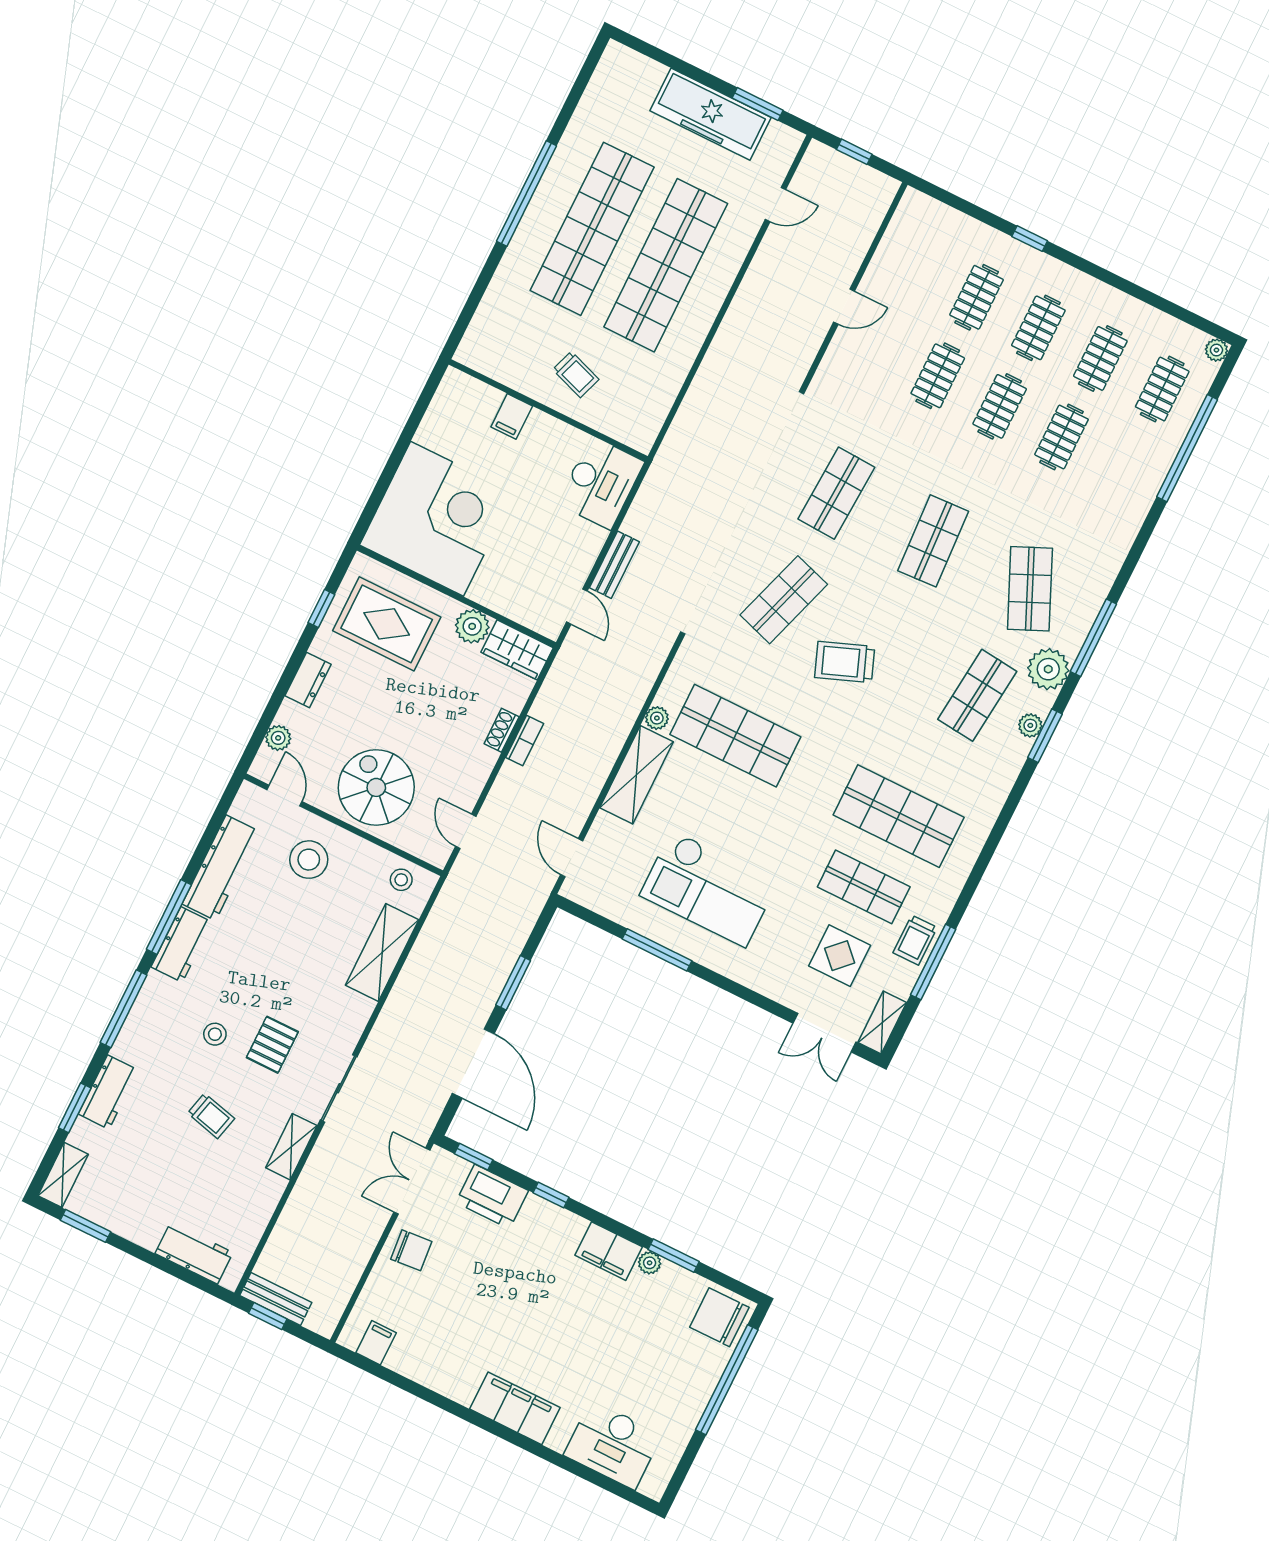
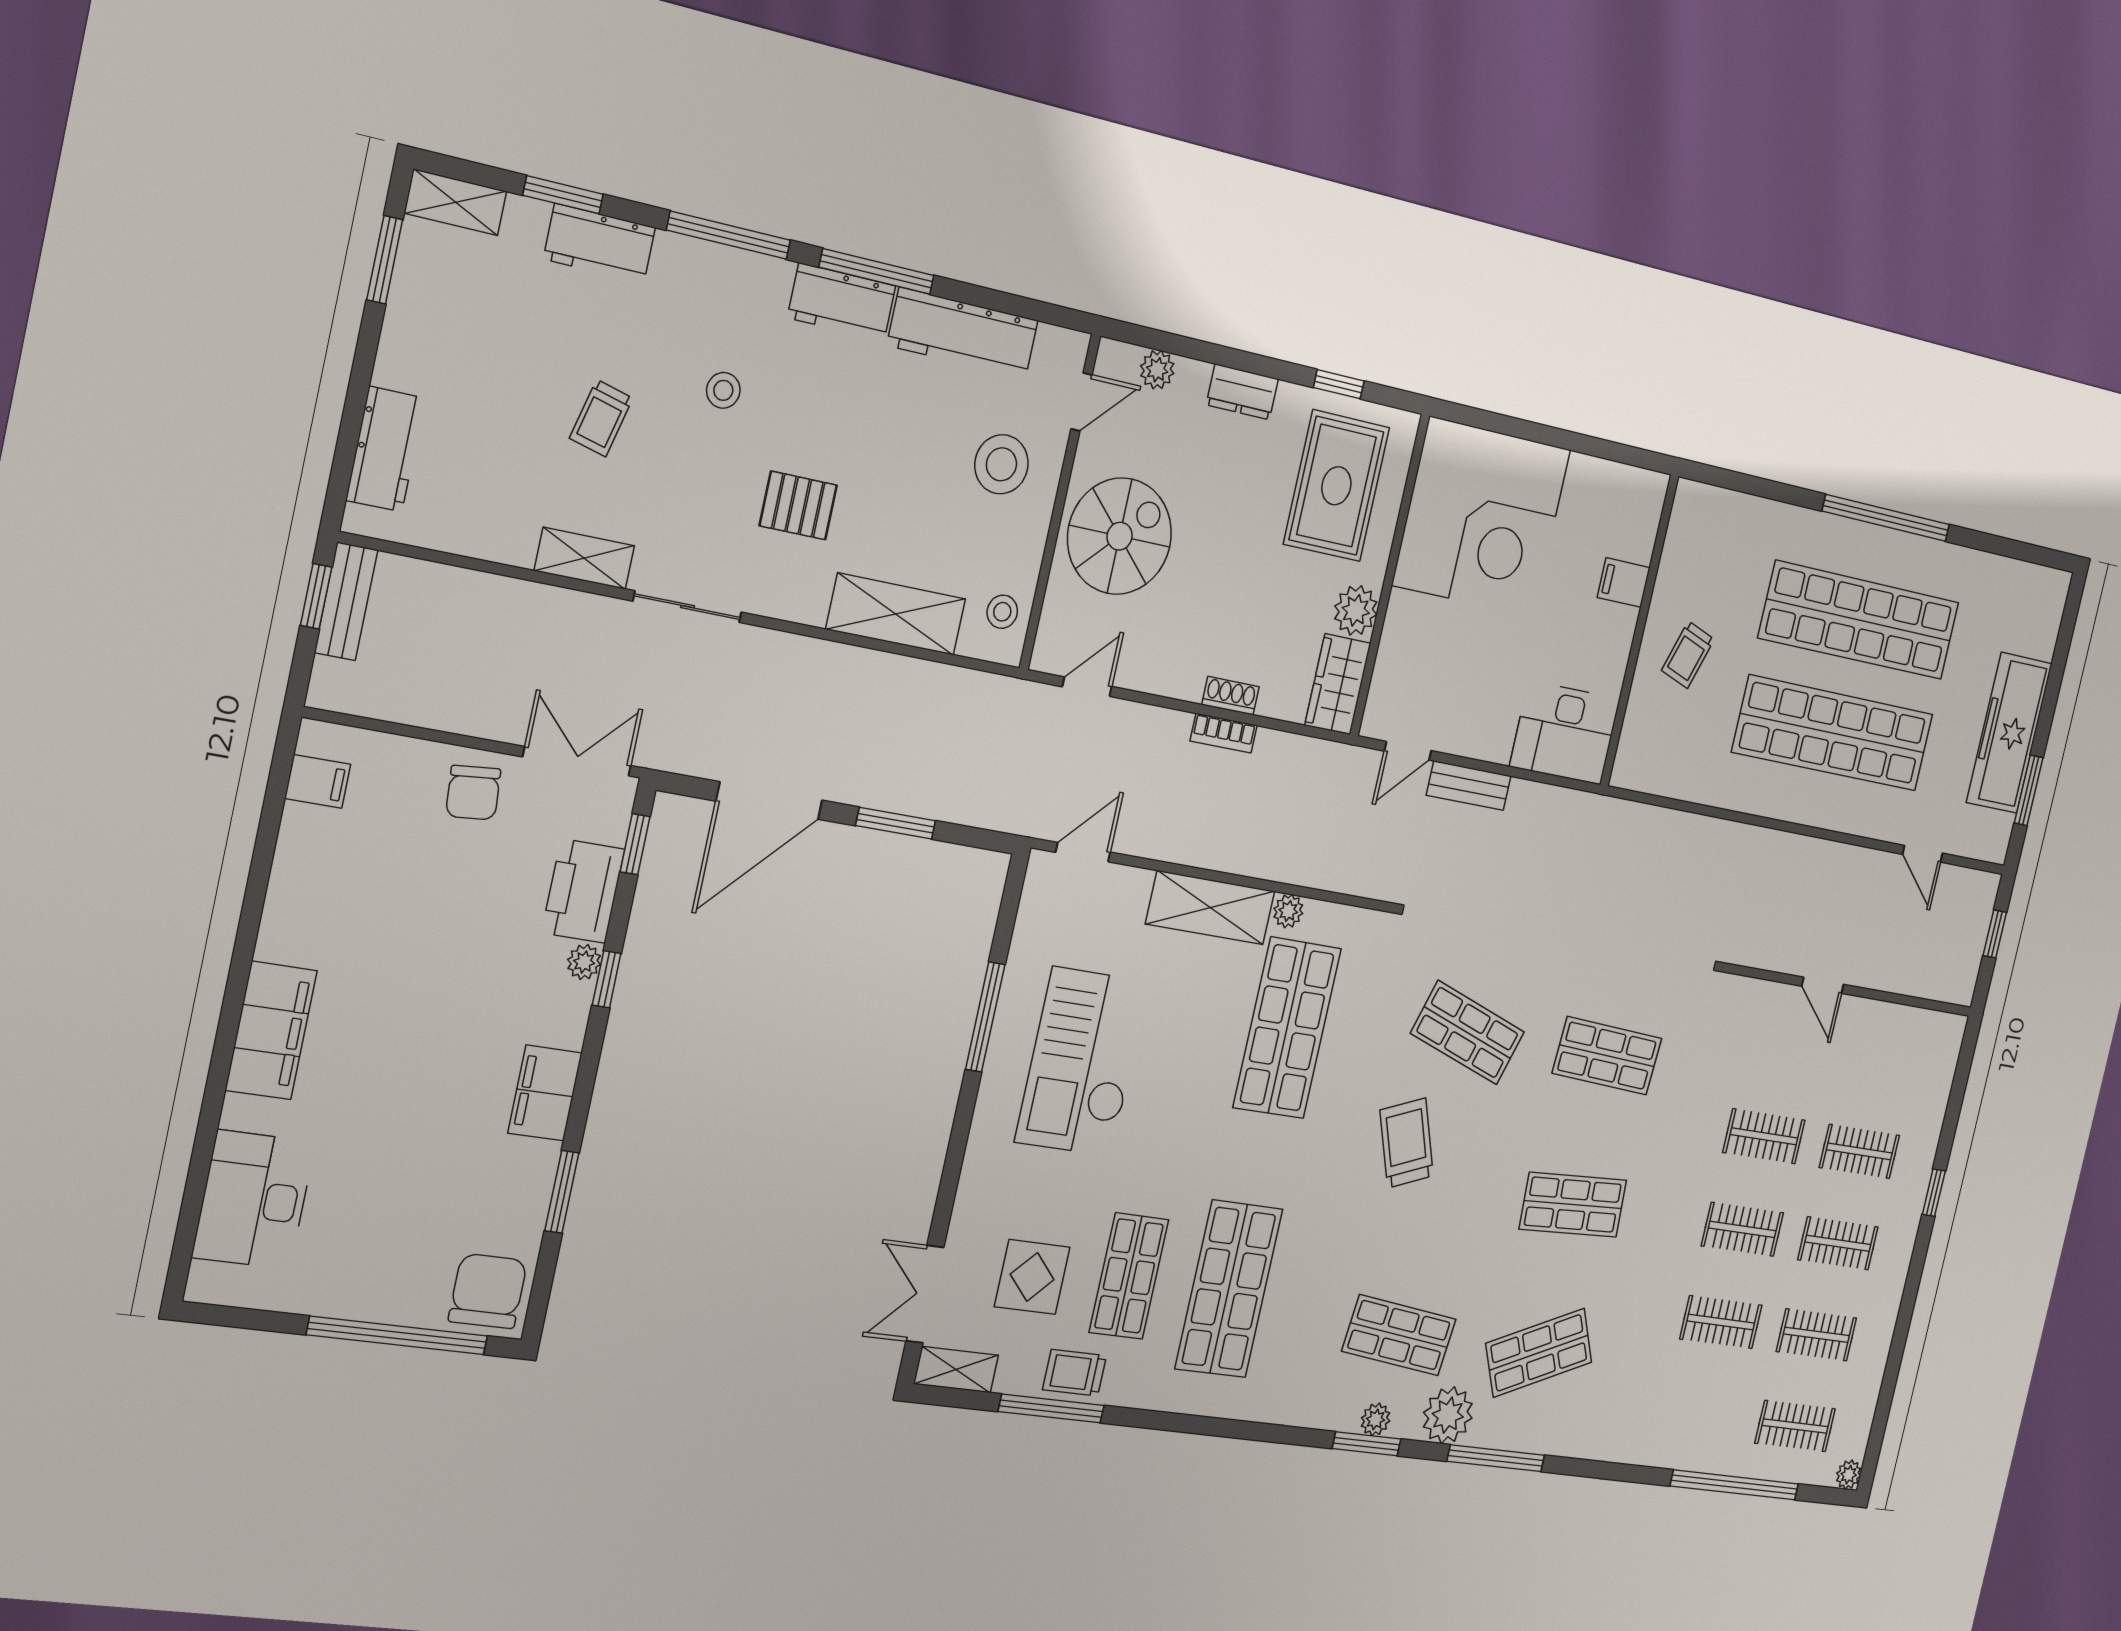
pallet: (272, 1045) -> (798, 505), moved
plant: (650, 1263) -> (584, 962), moved

